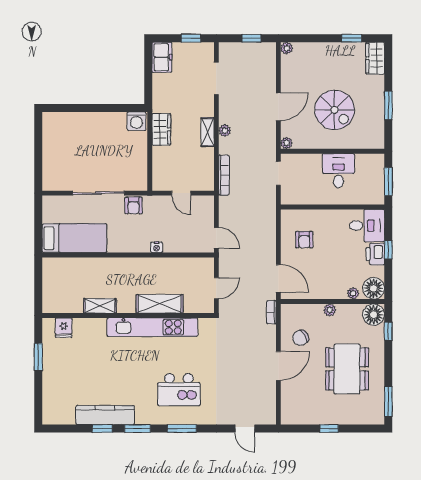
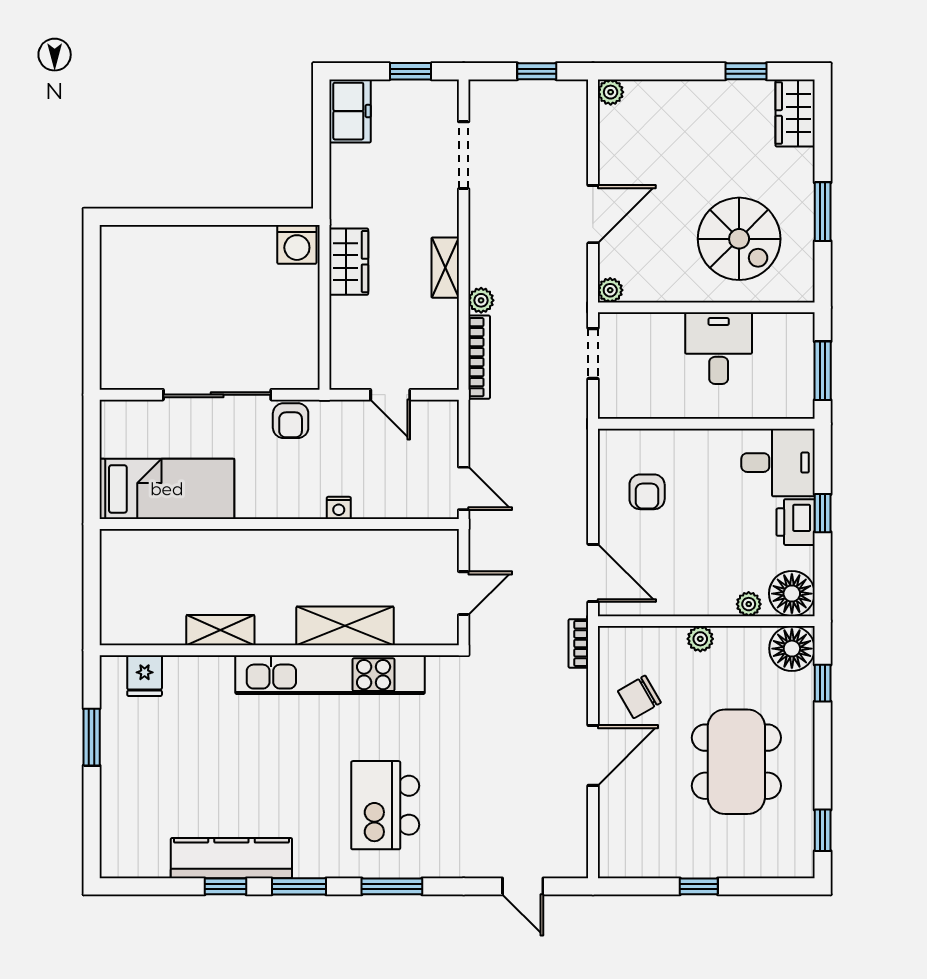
spiral stairs: (335, 110) -> (739, 239), moved
plant: (225, 131) -> (481, 300), moved
kitchen island: (179, 390) -> (385, 805), turned 90
window: (388, 402) -> (823, 830), width x0.67

